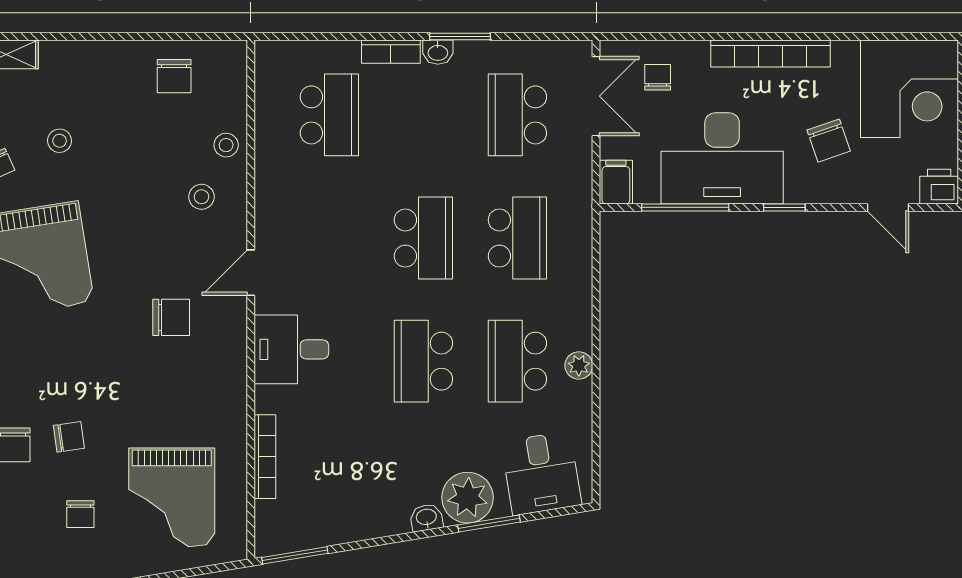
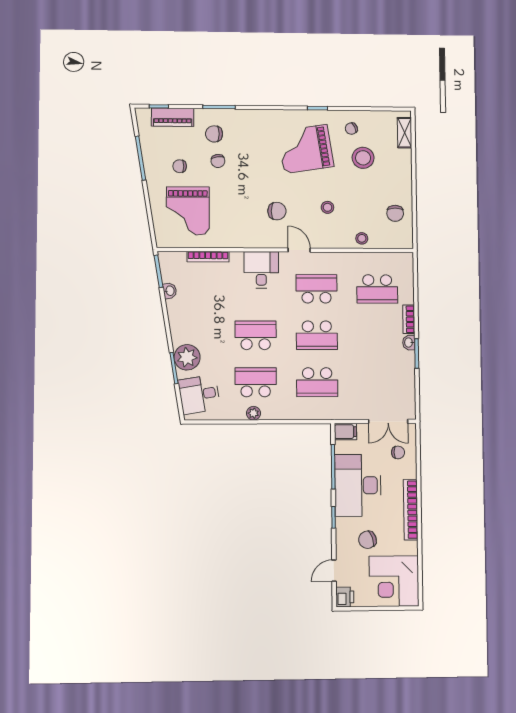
chair: (174, 76) -> (395, 213), turned -90
school desk: (517, 115) -> (317, 289), moved
stool: (60, 141) -> (363, 158), width x1.89, depth x1.89
stool: (201, 197) -> (327, 207), moved
chair: (171, 317) -> (277, 211), turned -90
grand piano: (172, 497) -> (188, 211), turned -90
washbasin: (426, 518) -> (170, 291), moved

